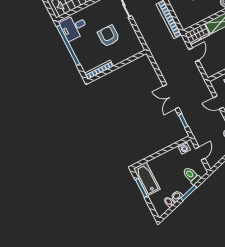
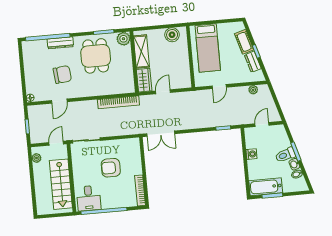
door: (194, 55) -> (163, 92), hinge flipped
double door: (171, 97) -> (161, 134), moved
washing machine: (184, 148) -> (251, 154), moved
door: (200, 153) -> (262, 125), hinge flipped
toilet: (191, 176) -> (285, 155), moved

